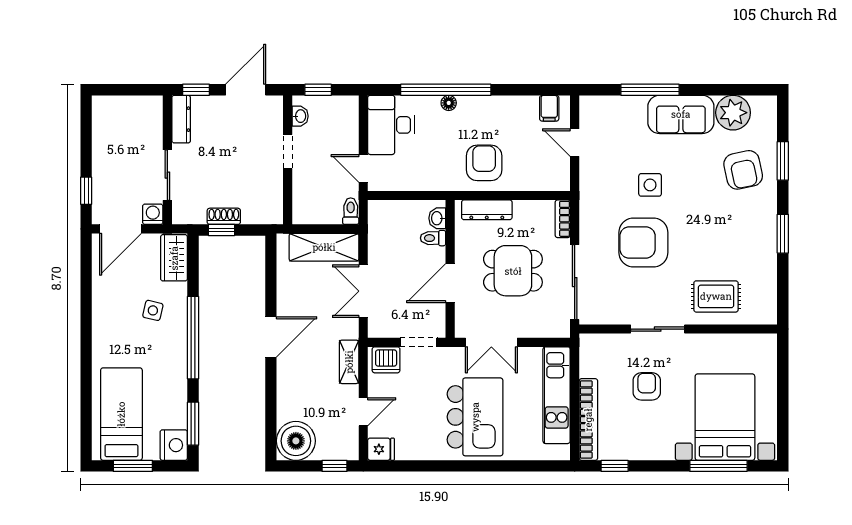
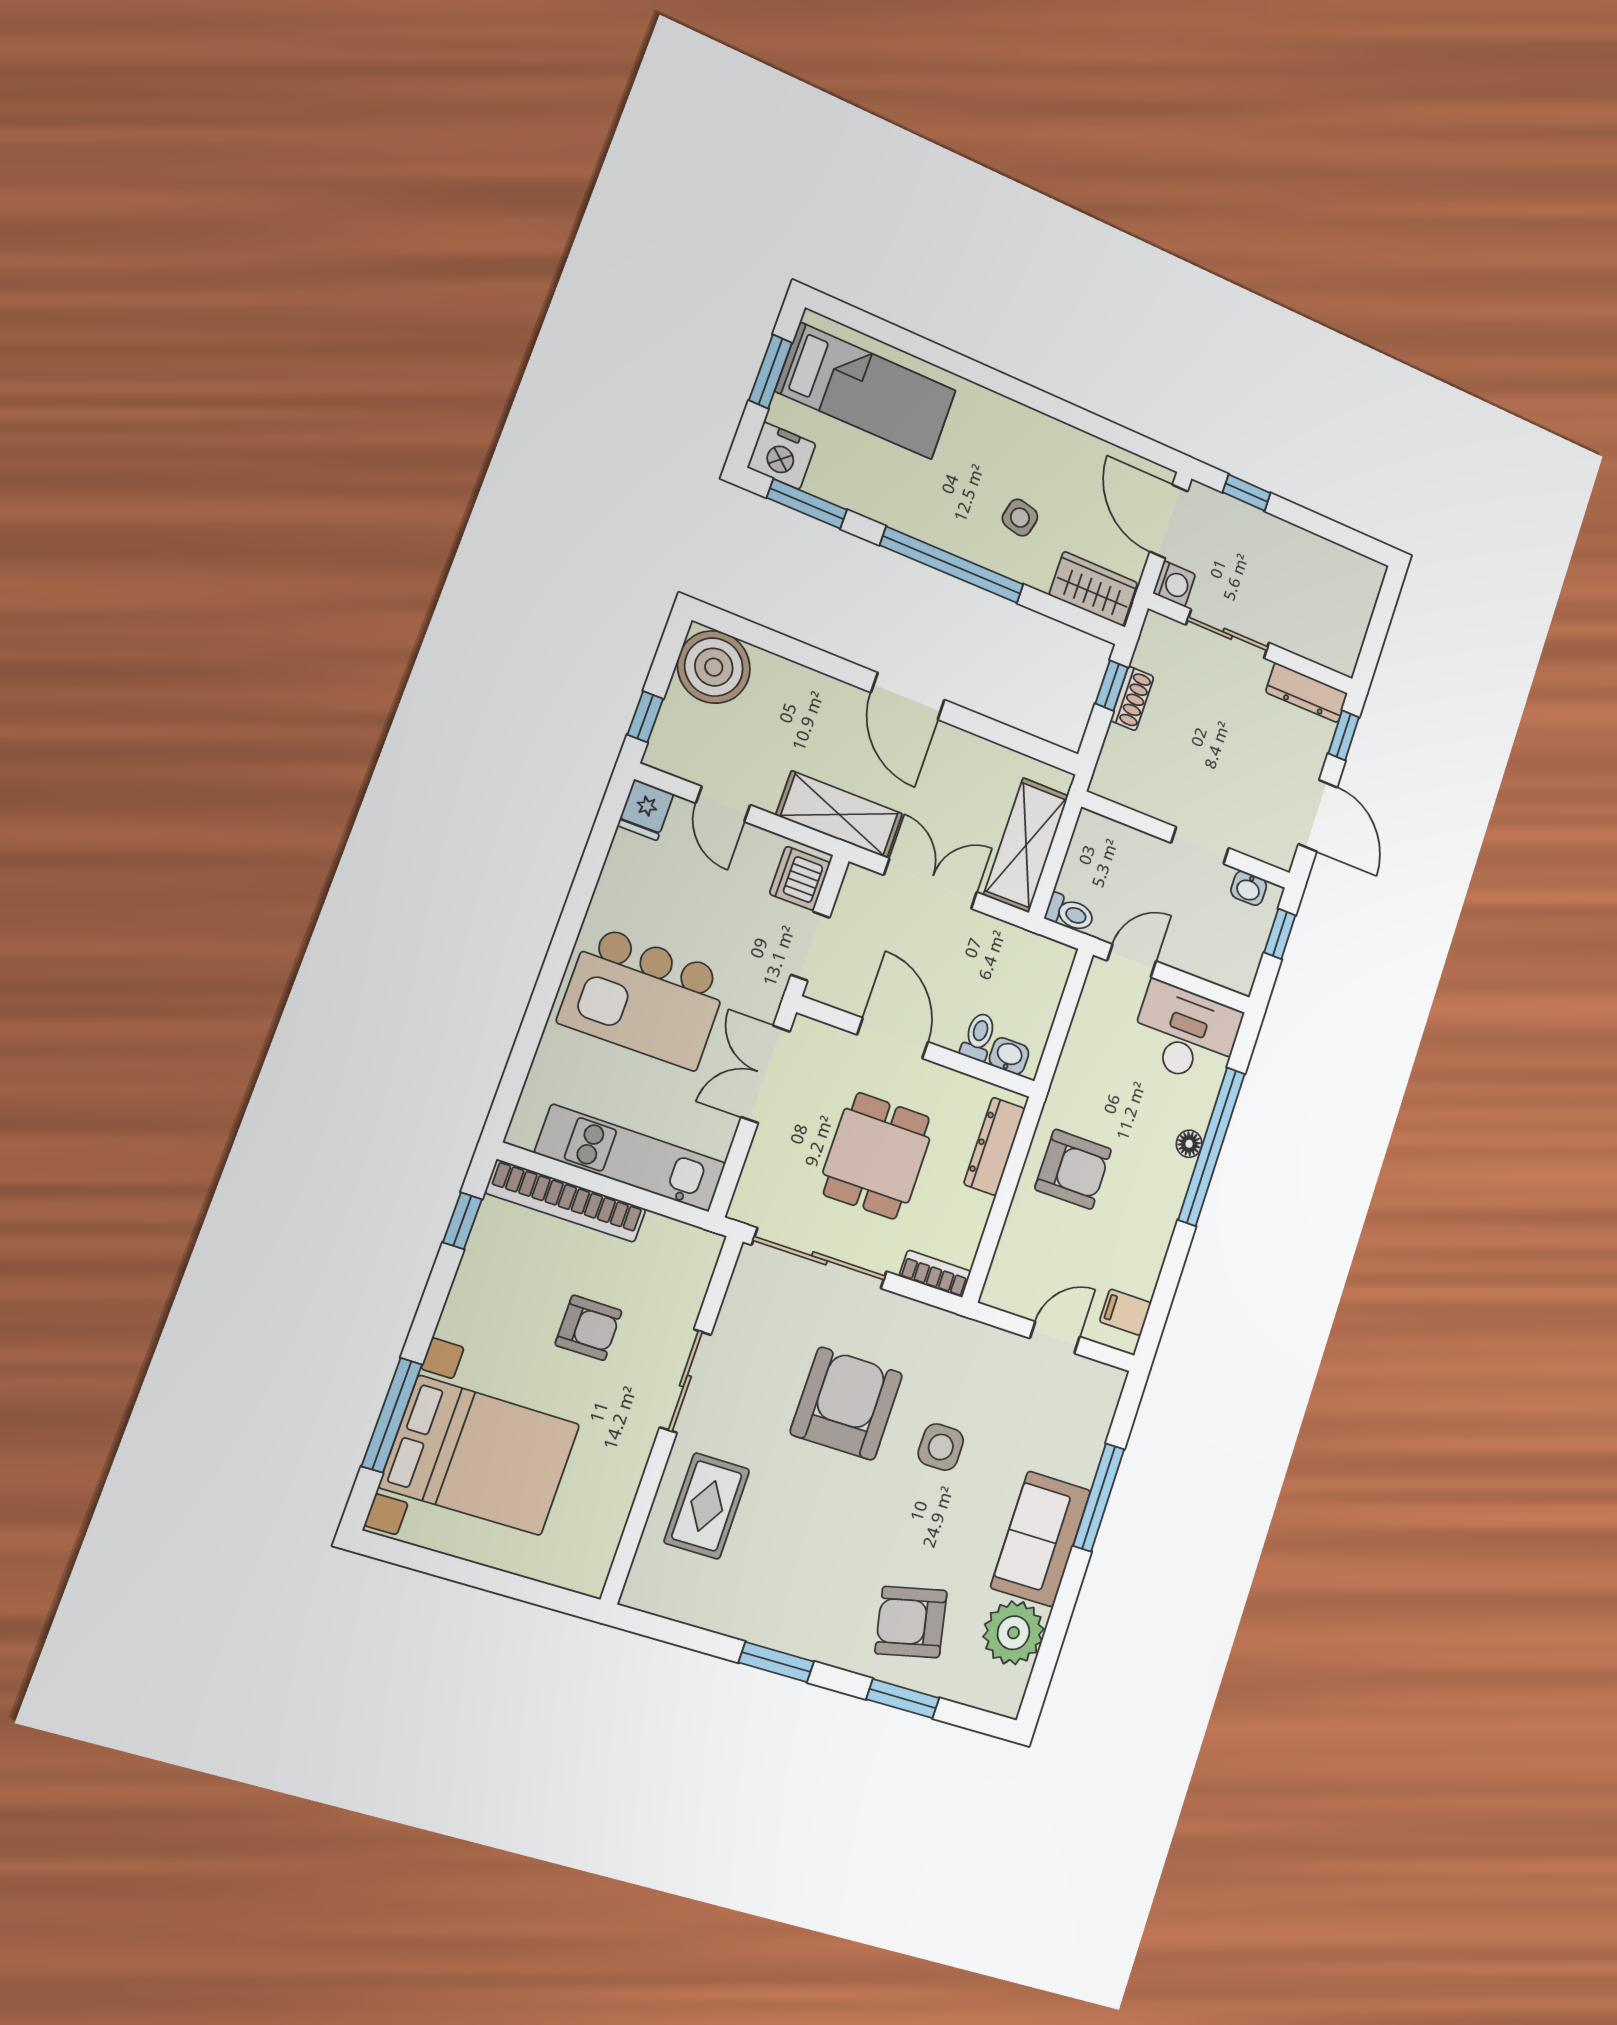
shelving: (349, 362) -> (839, 815), width x1.50, depth x1.33

